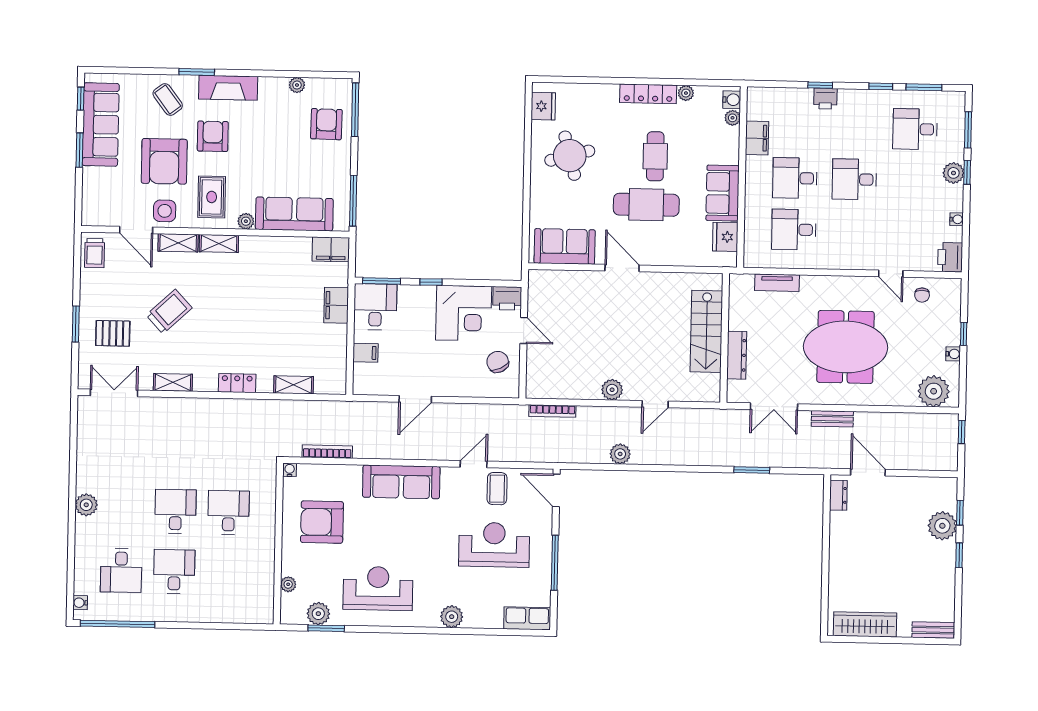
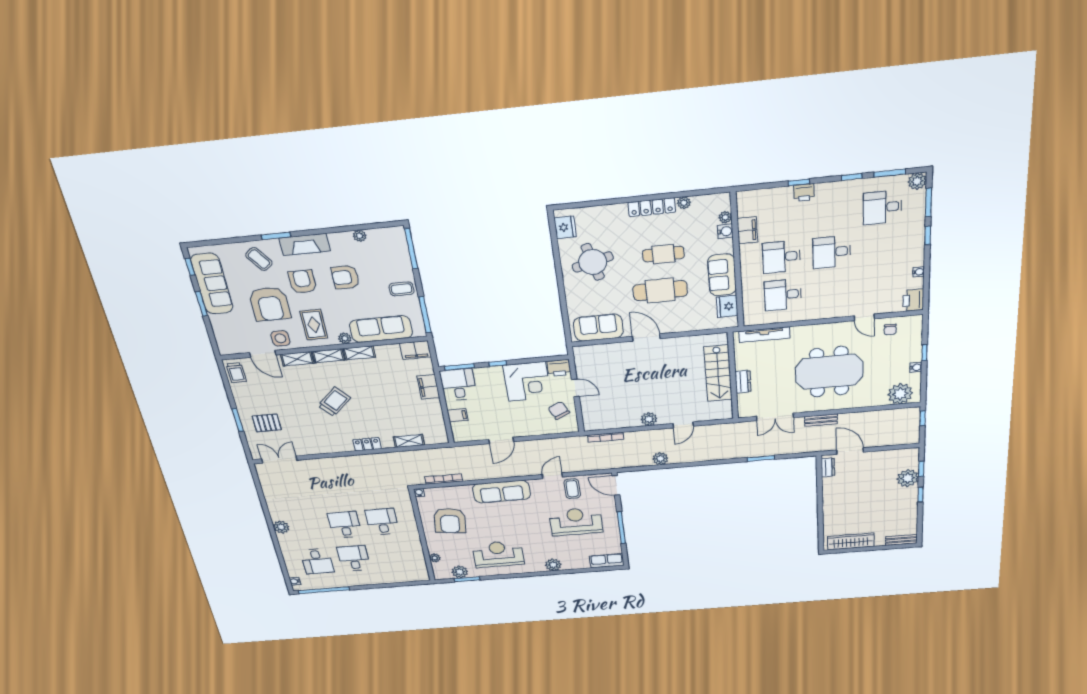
water cooler: (732, 100) -> (725, 231), moved
armchair: (326, 124) -> (345, 277), moved, turned -91
cafe table: (655, 156) -> (663, 254), turned 90
coffee table: (332, 162) -> (402, 289), added
plant: (954, 173) -> (917, 181), moved
tv unit: (777, 283) -> (764, 335), width x1.41
trolley: (169, 311) -> (334, 402), moved
dresser: (737, 355) -> (743, 382), width x0.70
shelving: (173, 382) -> (359, 353), moved
armchair: (322, 522) -> (450, 521), turned -83

